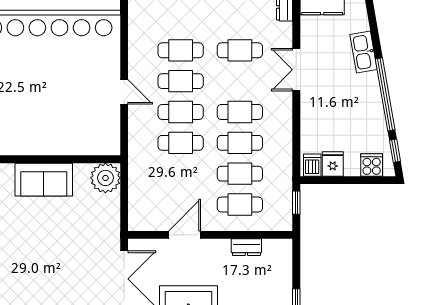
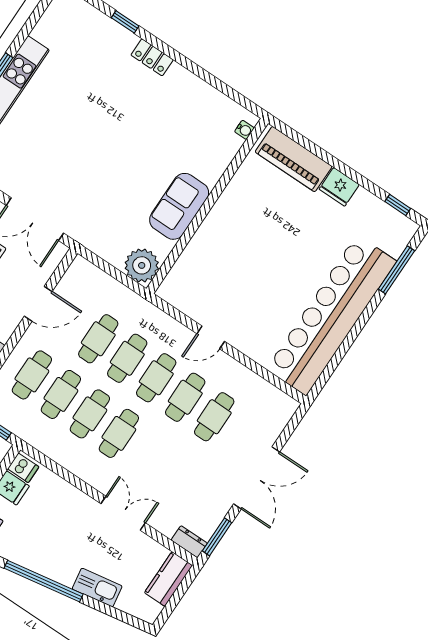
cafe table: (240, 50) -> (98, 339), moved
door: (185, 235) -> (38, 304), hinge flipped

